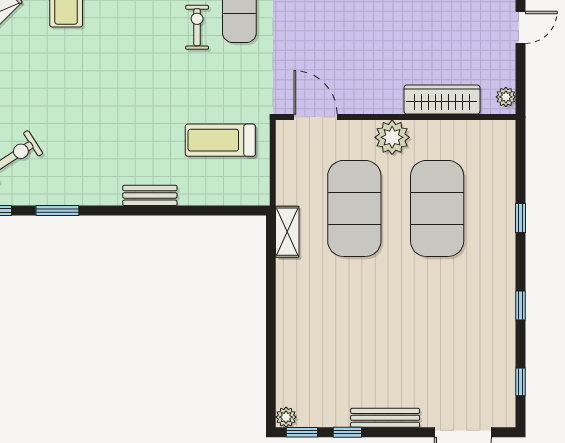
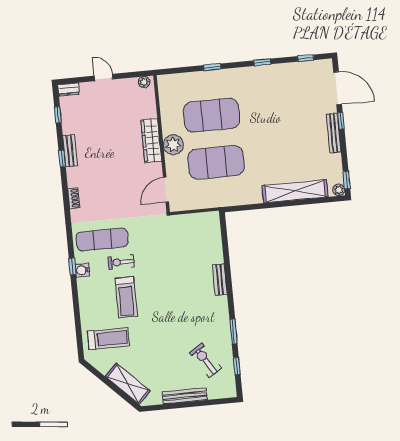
wardrobe: (442, 100) -> (151, 140), moved
treadmill: (220, 140) -> (126, 297), moved
shelving: (287, 232) -> (295, 191), moved, width x2.20, depth x1.33
window: (347, 432) -> (341, 121), moved

